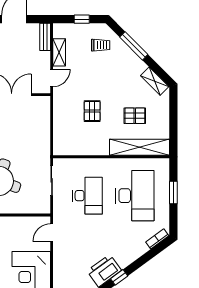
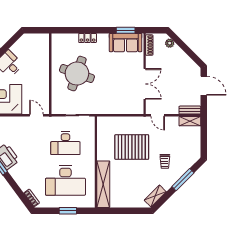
window: (82, 19) -> (204, 139), removed
trolley: (101, 45) -> (165, 161), moved
shelving: (59, 52) -> (190, 121), moved
pallet: (92, 111) -> (132, 147), width x2.05, depth x2.00
pallet: (135, 116) -> (128, 180), removed

